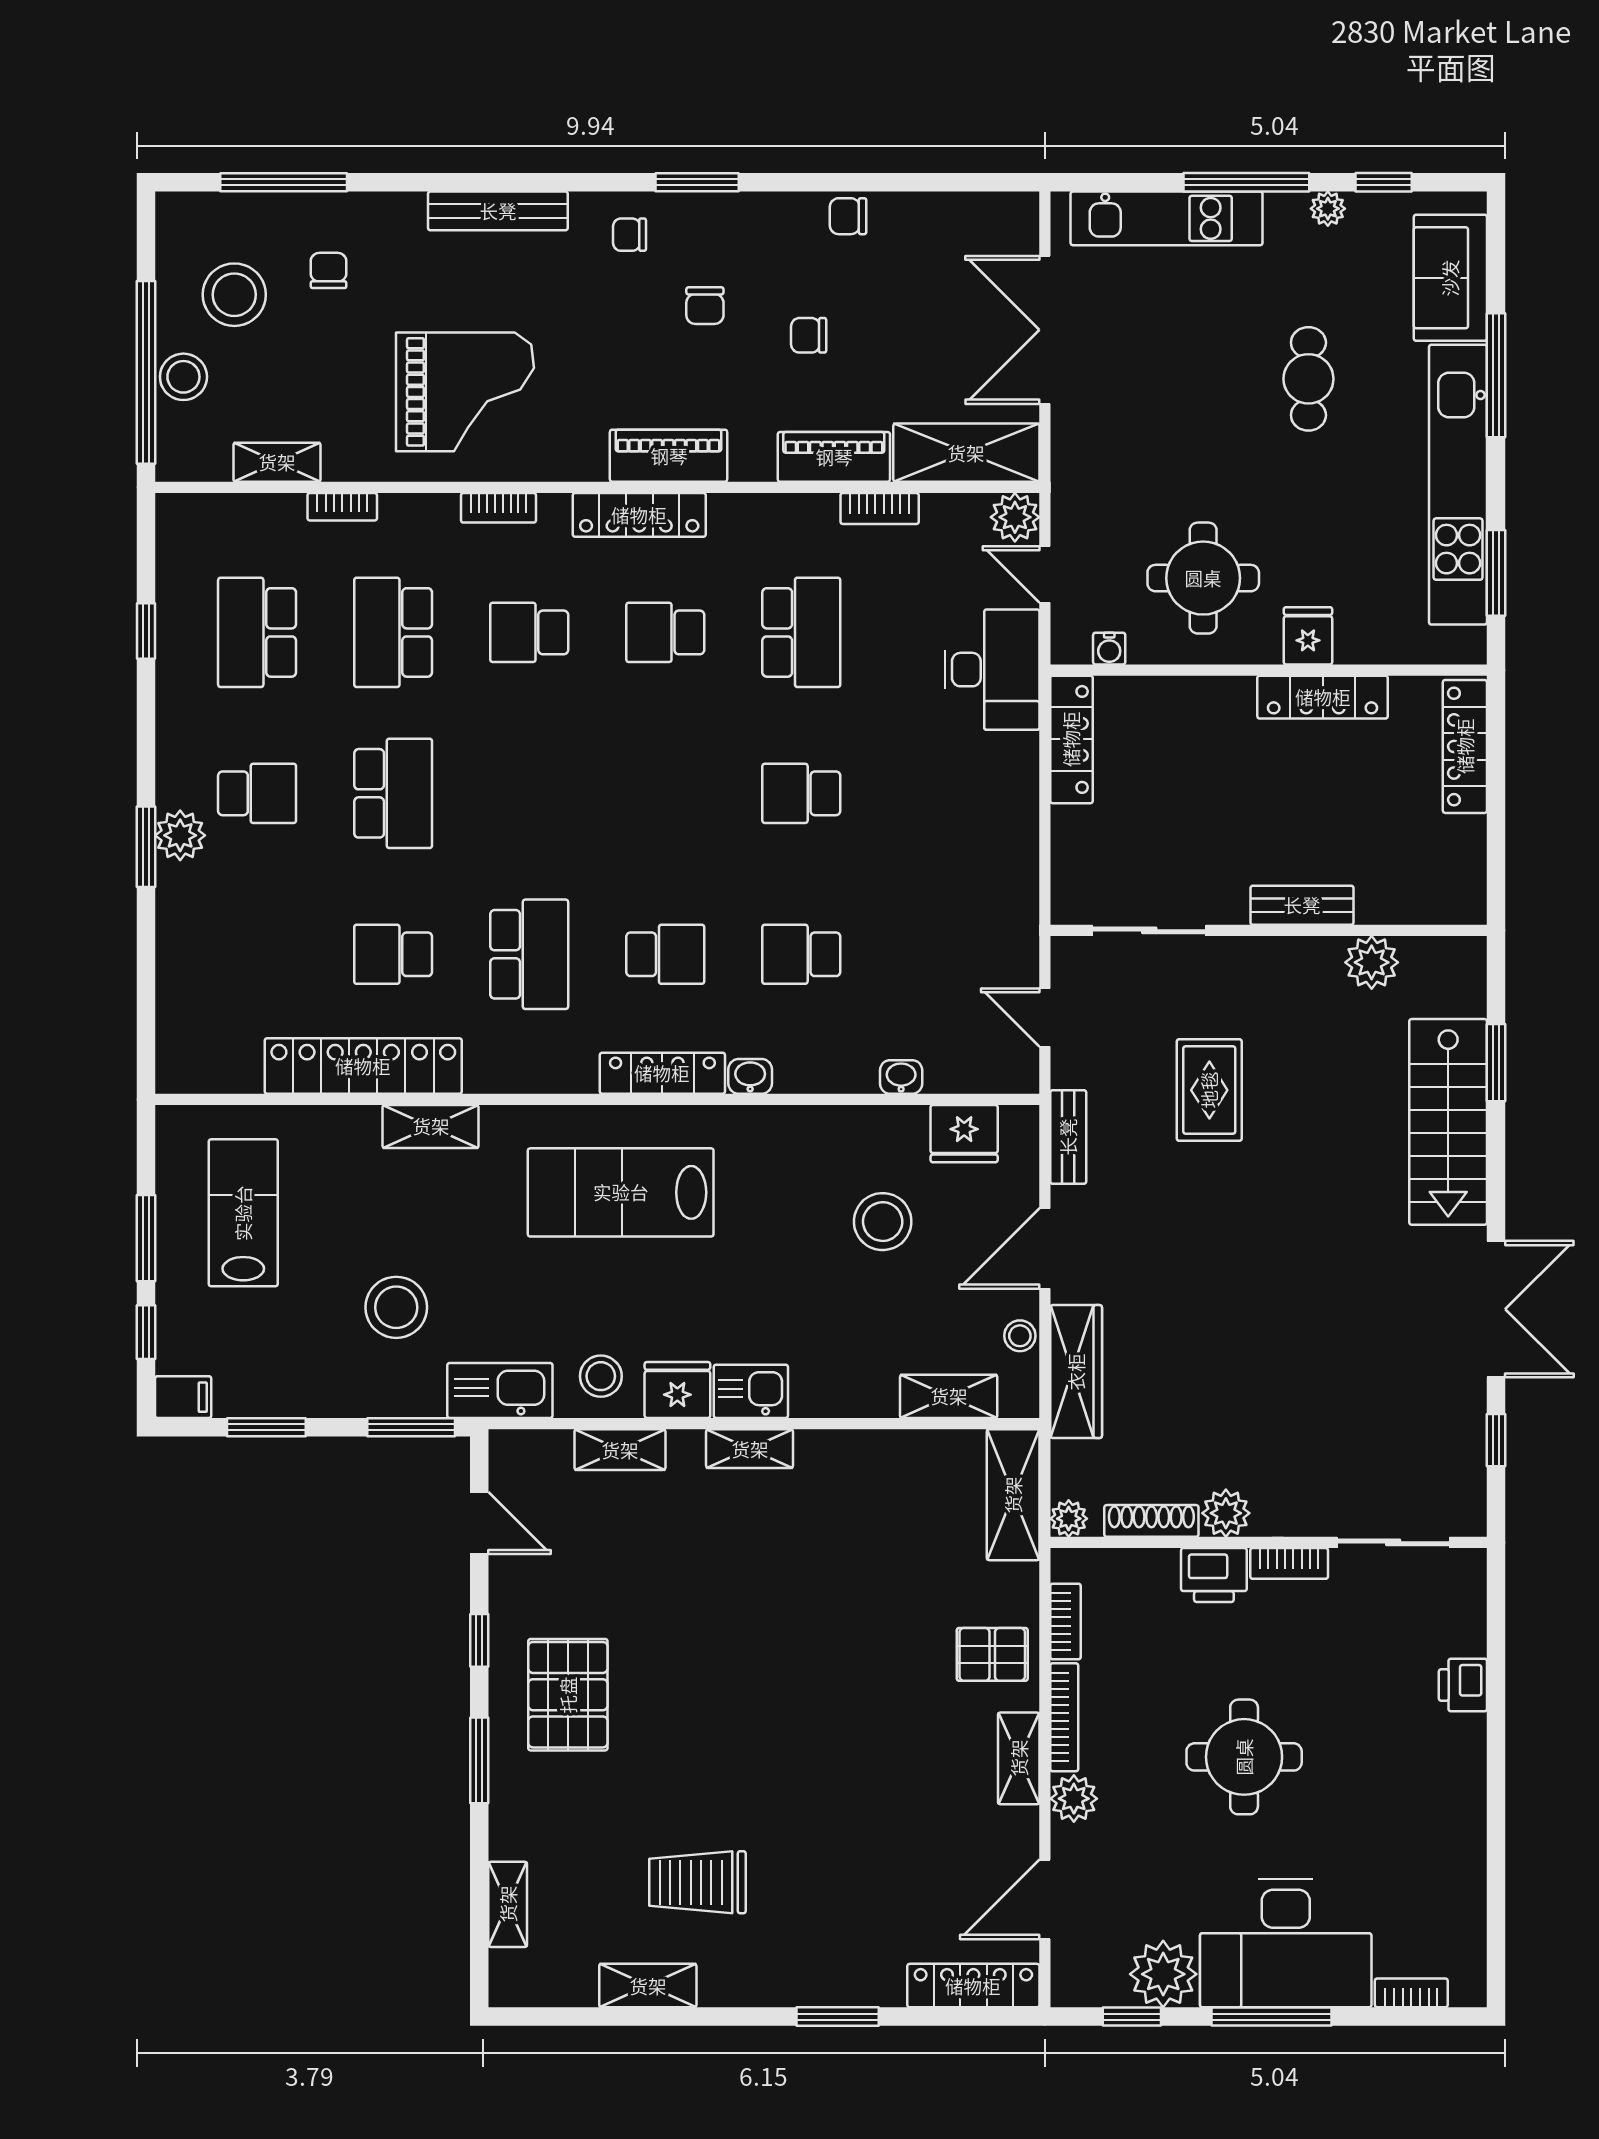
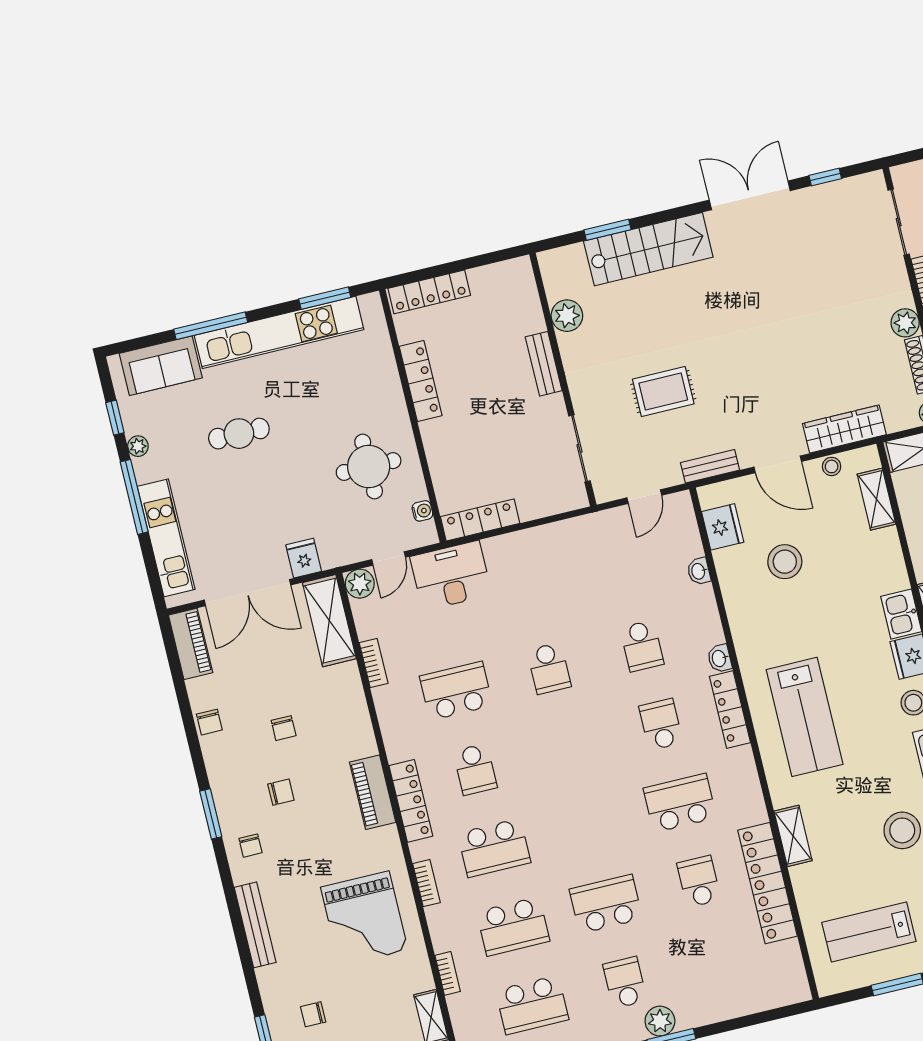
grand piano: (465, 392) -> (364, 919), turned 180
piano: (834, 457) -> (191, 644), moved, turned 180
school desk: (529, 632) -> (494, 848), width x1.85
fridge: (1308, 636) -> (304, 558), moved, turned 90
school desk: (393, 954) -> (699, 882), turned 180

